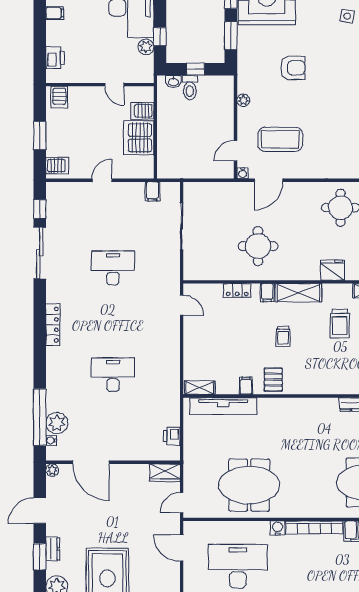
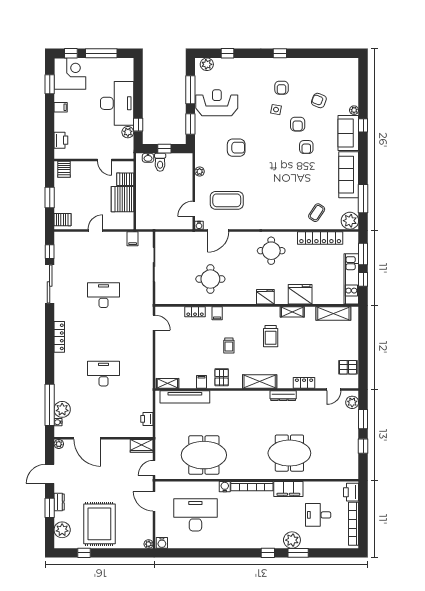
shelving: (298, 293) -> (260, 381), moved

